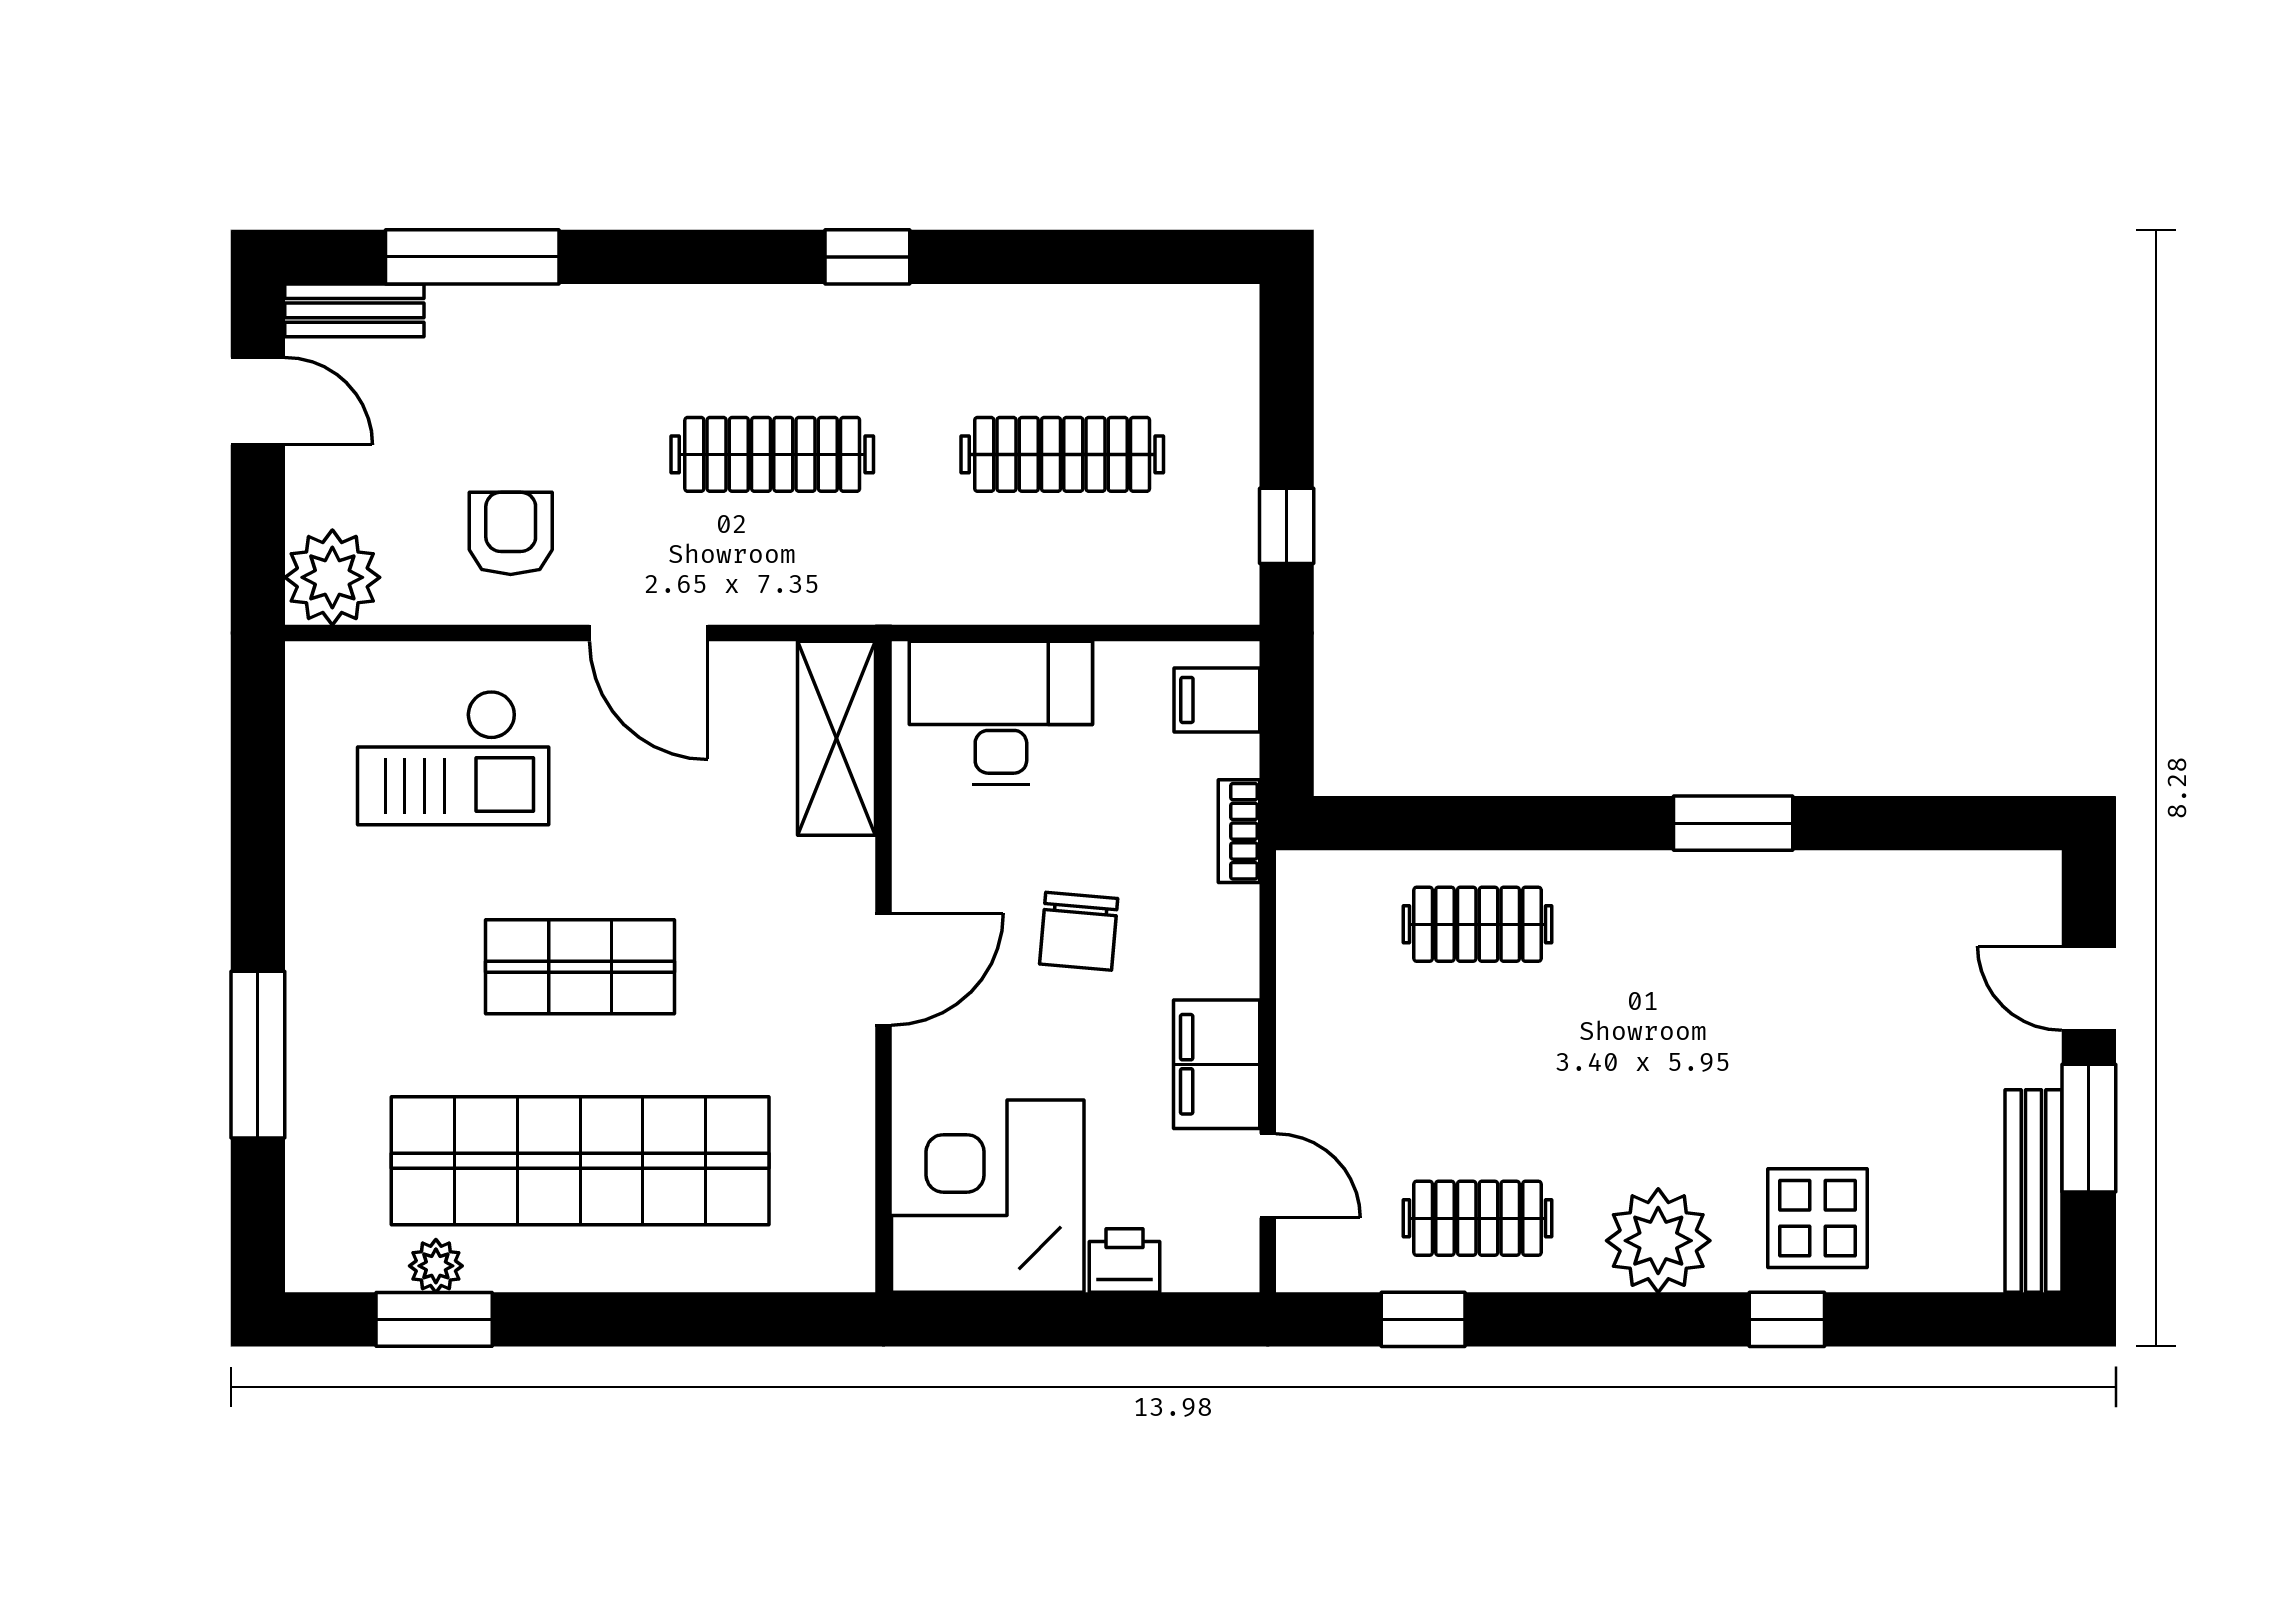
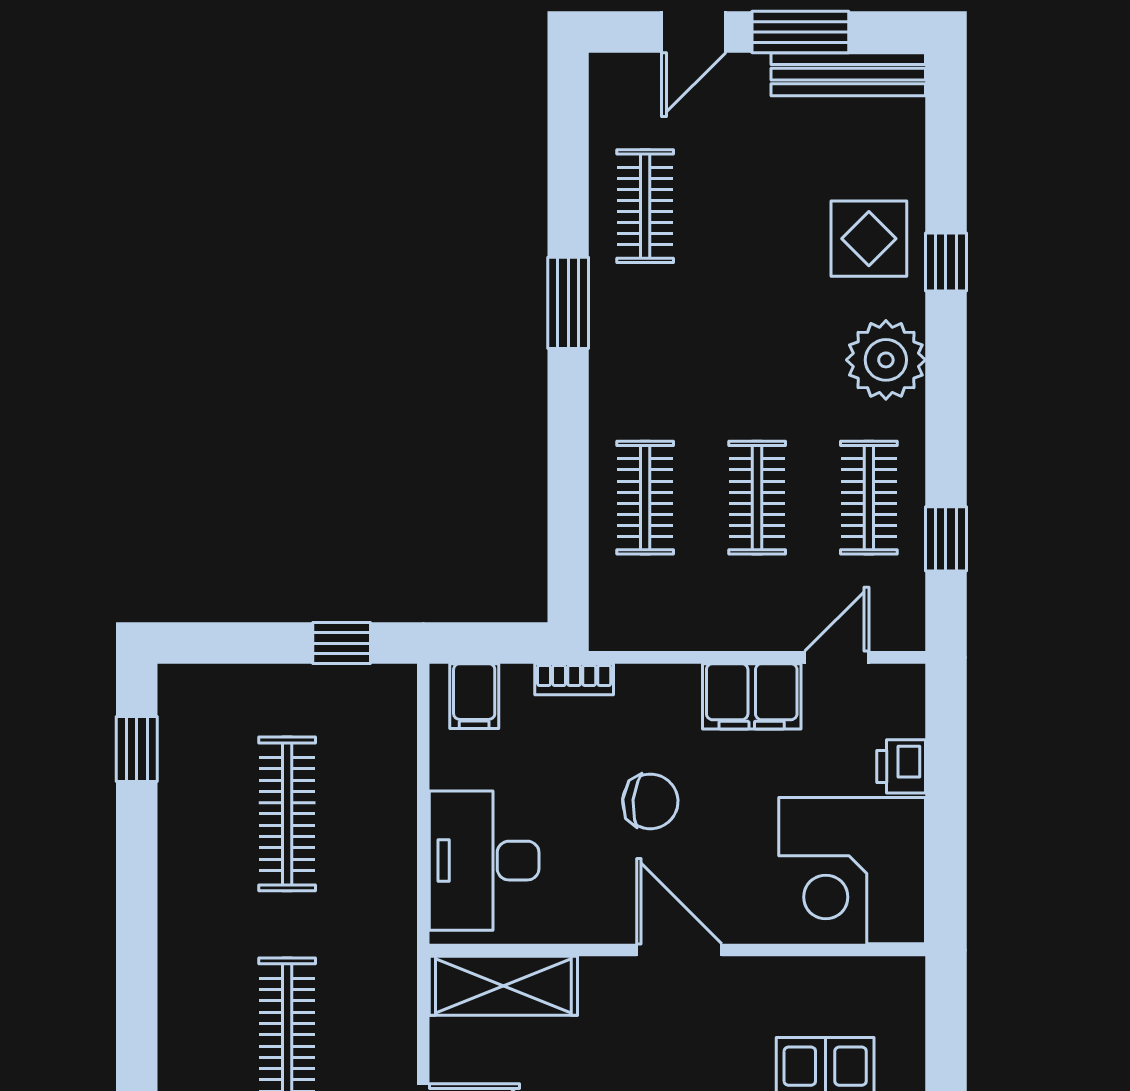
window: (867, 257) -> (137, 749), moved
clothes rail: (1860, 924) -> (645, 206), added
clothes rail: (1478, 1071) -> (757, 498), added

